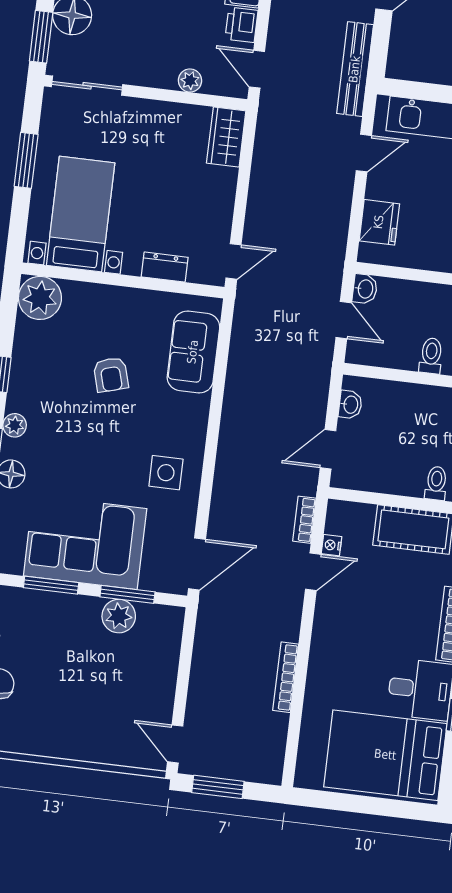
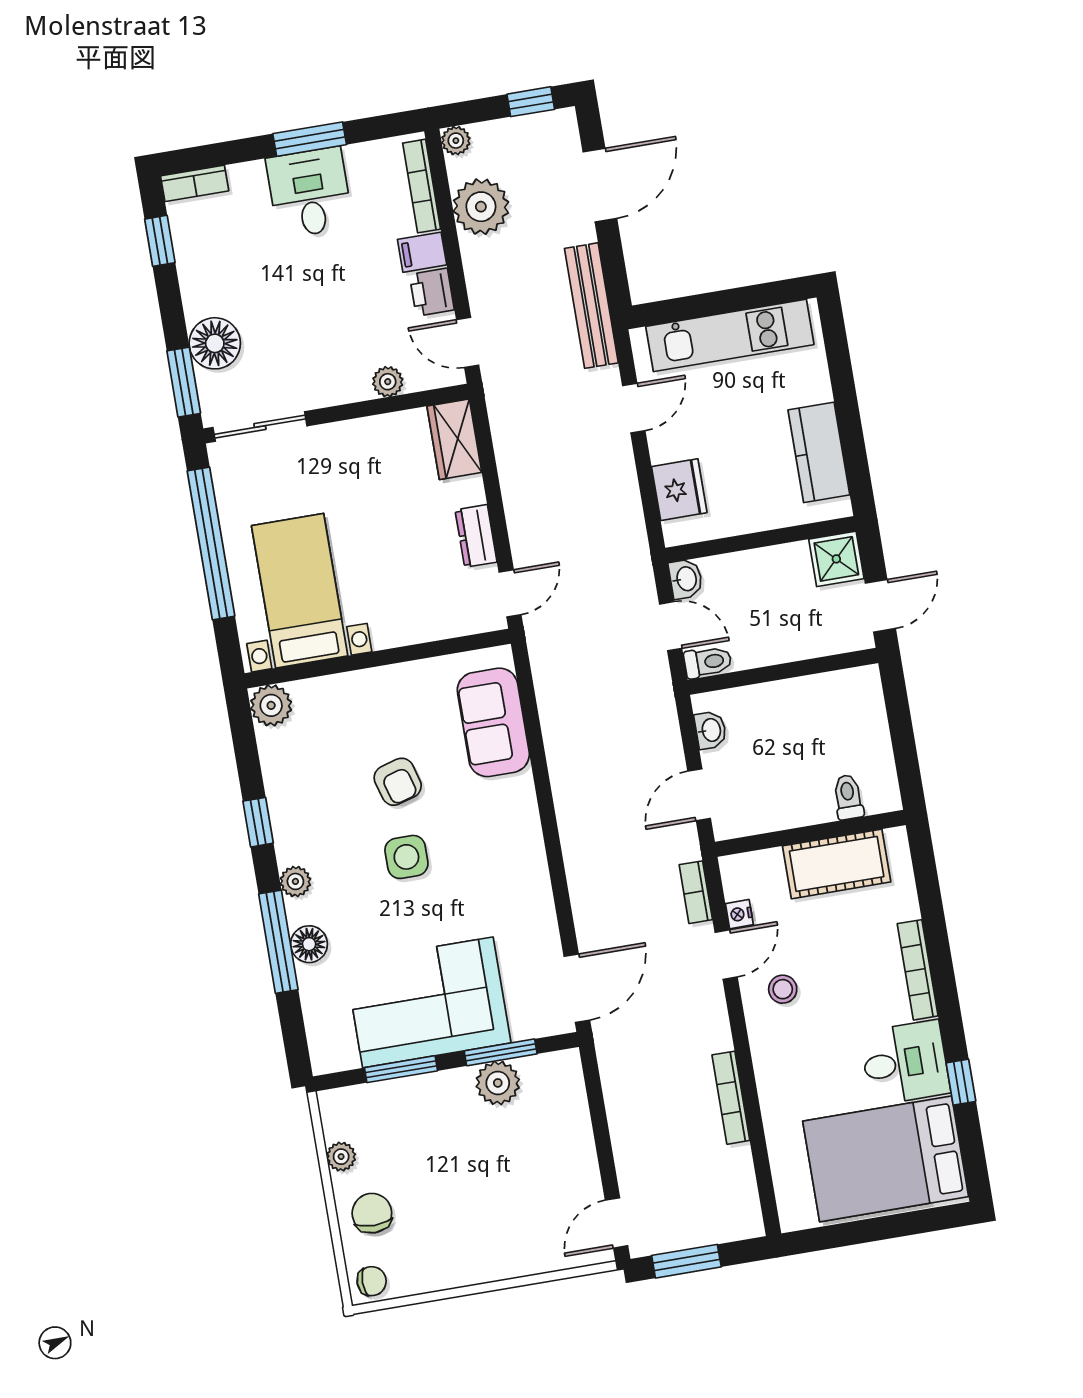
window: (26, 160) -> (211, 543), width x2.11
dresser: (165, 267) -> (476, 536), moved, turned -90
plant: (40, 298) -> (271, 705), width x0.73, depth x0.73
toilet: (431, 356) -> (708, 662), moved, turned 90
side table: (166, 473) -> (406, 857), moved
stool: (347, 609) -> (783, 989), added
door: (175, 744) -> (617, 1223), hinge flipped

